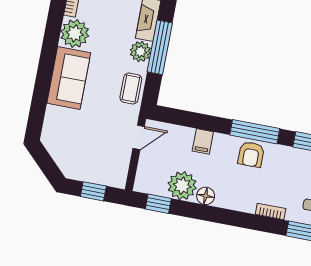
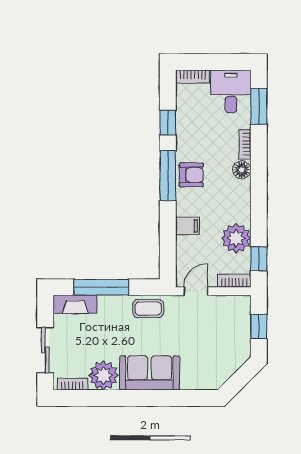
plant: (140, 52) -> (109, 306), removed
door: (139, 137) -> (196, 291), hinge flipped
bookcase: (142, 176) -> (234, 281), added
floor lamp: (206, 196) -> (242, 170), moved

